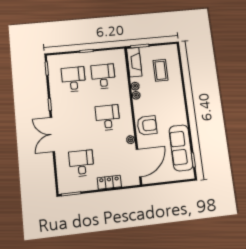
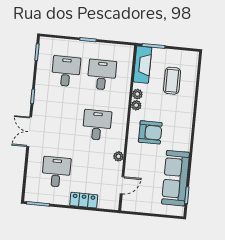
armchair: (147, 125) -> (150, 132), moved
double door: (52, 134) -> (29, 132), width x0.73
door: (139, 163) -> (122, 185), width x0.53

